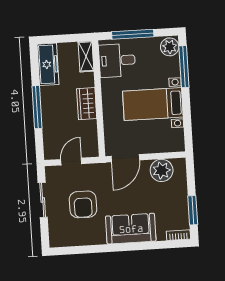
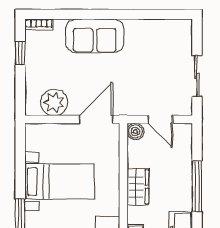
boiler: (92, 150) -> (135, 132), added
door: (71, 162) -> (160, 119), hinge flipped
armchair: (83, 204) -> (150, 68), removed
window: (193, 210) -> (20, 53), width x0.67

